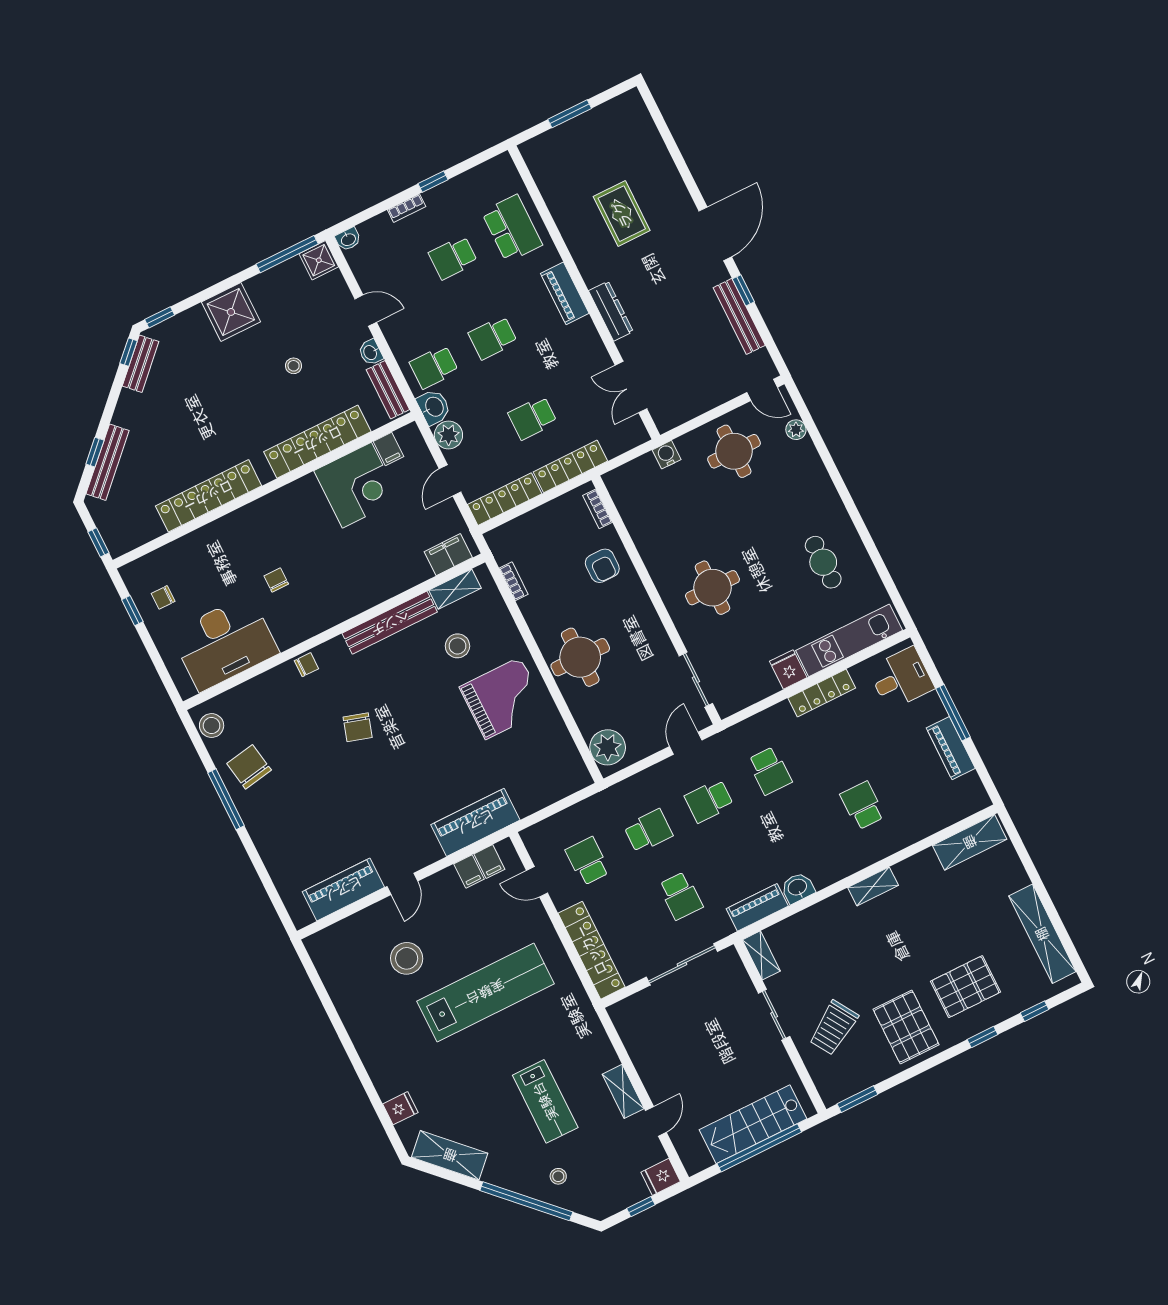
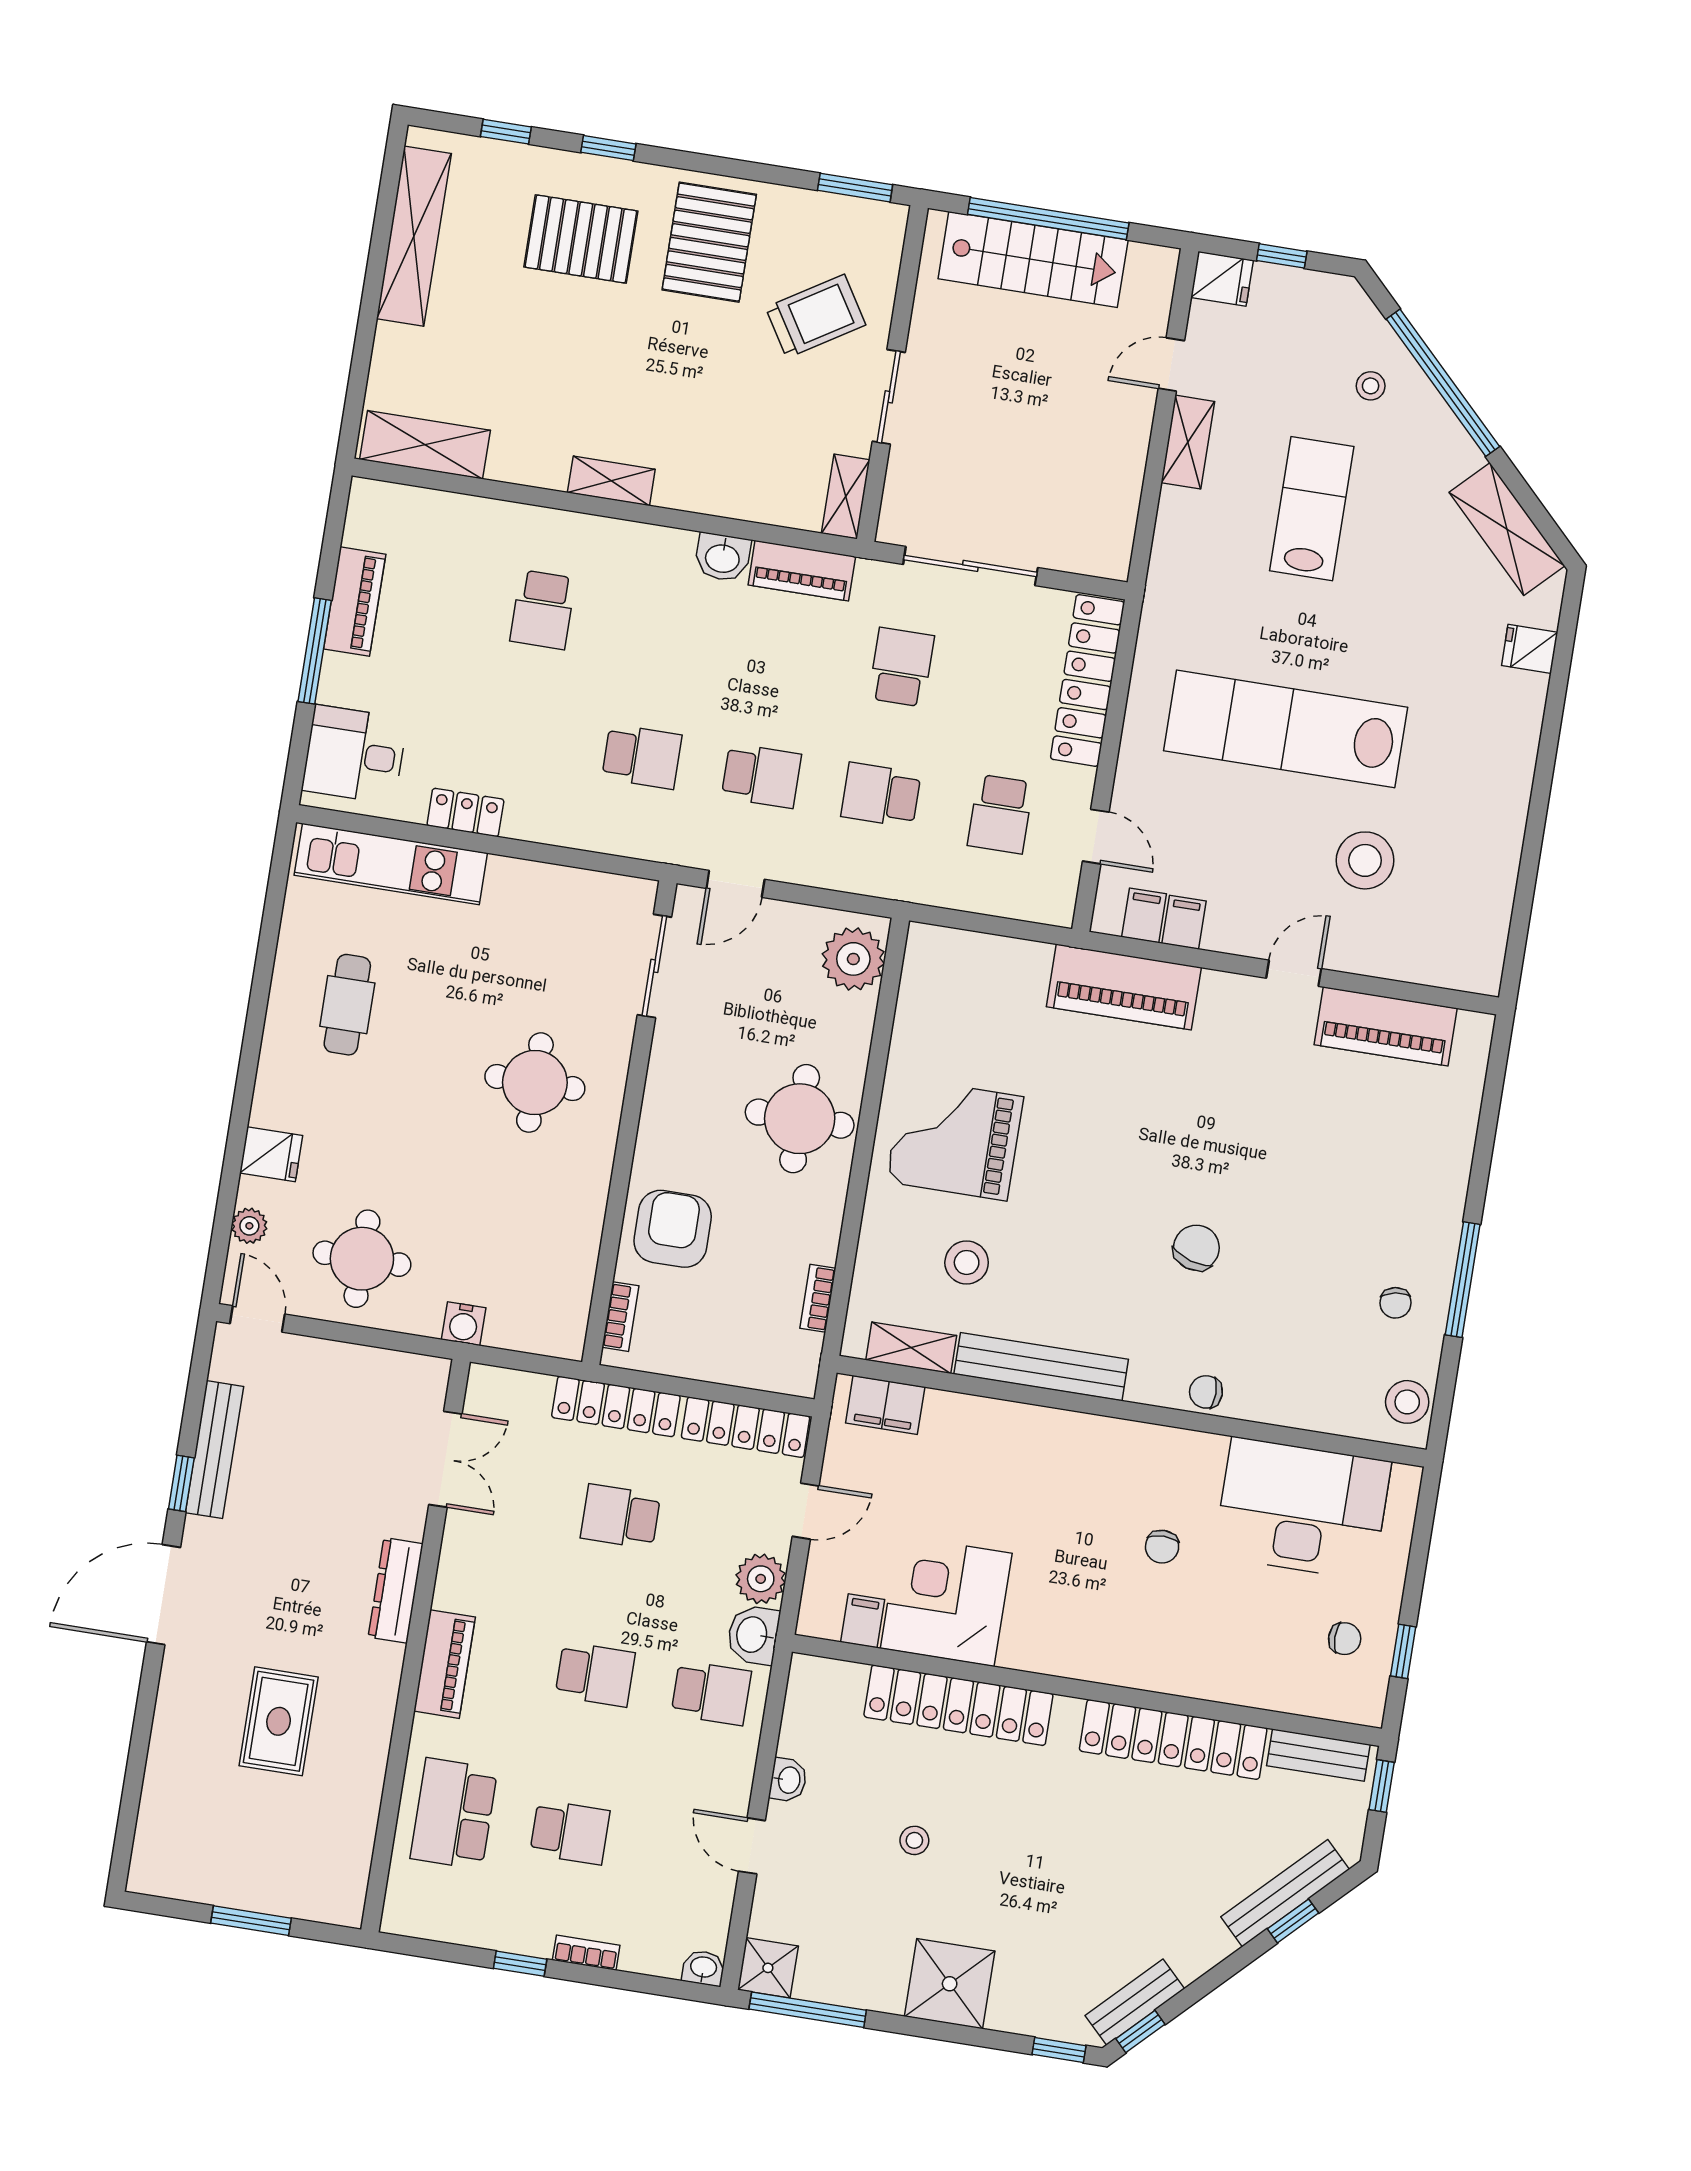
bench: (388, 390) -> (1318, 1755), moved, turned 90
school desk: (533, 418) -> (620, 1516), turned 180
armchair: (602, 566) -> (673, 1229), width x1.38, depth x1.38
fridge: (788, 669) -> (271, 1154), moved, turned -90
locker: (822, 693) -> (465, 812), width x0.66
chair: (249, 767) -> (1395, 1303), width x0.54, depth x0.54
school desk: (770, 771) -> (642, 757), turned 90

